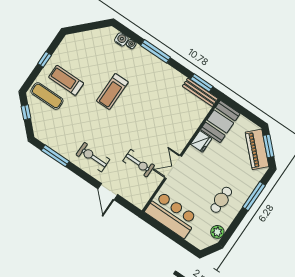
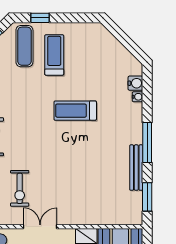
window: (155, 51) -> (147, 143), moved
window: (45, 59) -> (40, 18), moved
bench: (200, 92) -> (136, 168), moved

